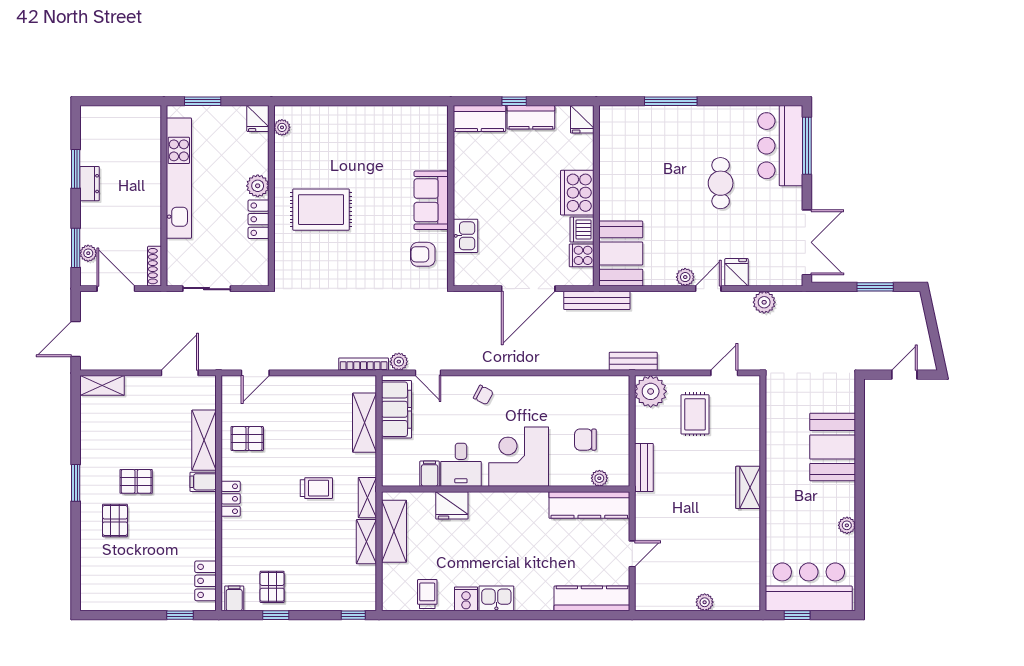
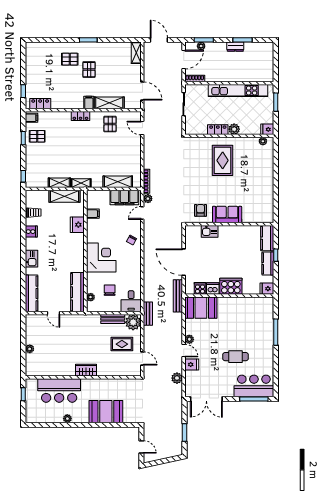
desk: (461, 465) -> (131, 301), moved, turned -90
bench: (644, 468) -> (113, 319), moved
trolley: (316, 488) -> (86, 158), removed
bar counter: (809, 587) -> (59, 390), moved, turned 90
kitchen sink: (496, 598) -> (32, 259), moved

